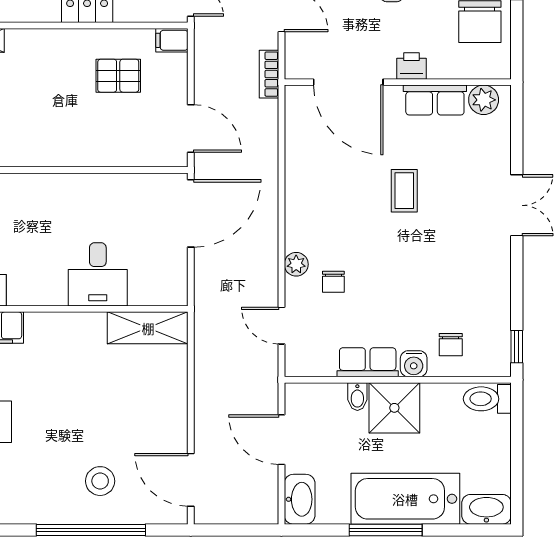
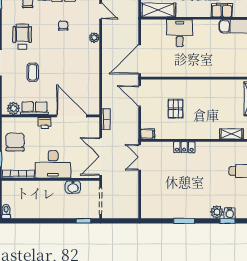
pallet: (118, 76) -> (176, 109), moved, turned 90
coffee table: (404, 191) -> (33, 72), moved
wheelchair: (463, 267) -> (22, 37), added
chair: (333, 282) -> (63, 26), moved

